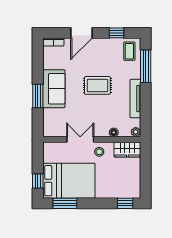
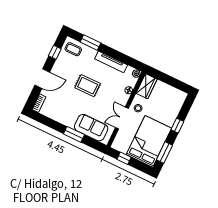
door: (82, 33) -> (42, 79), hinge flipped
window: (146, 66) -> (90, 42), width x0.69
rug: (97, 85) -> (88, 86), turned 90
sofa: (54, 89) -> (91, 128), moved
window: (38, 181) -> (124, 158), moved
window: (125, 203) -> (177, 126), moved

